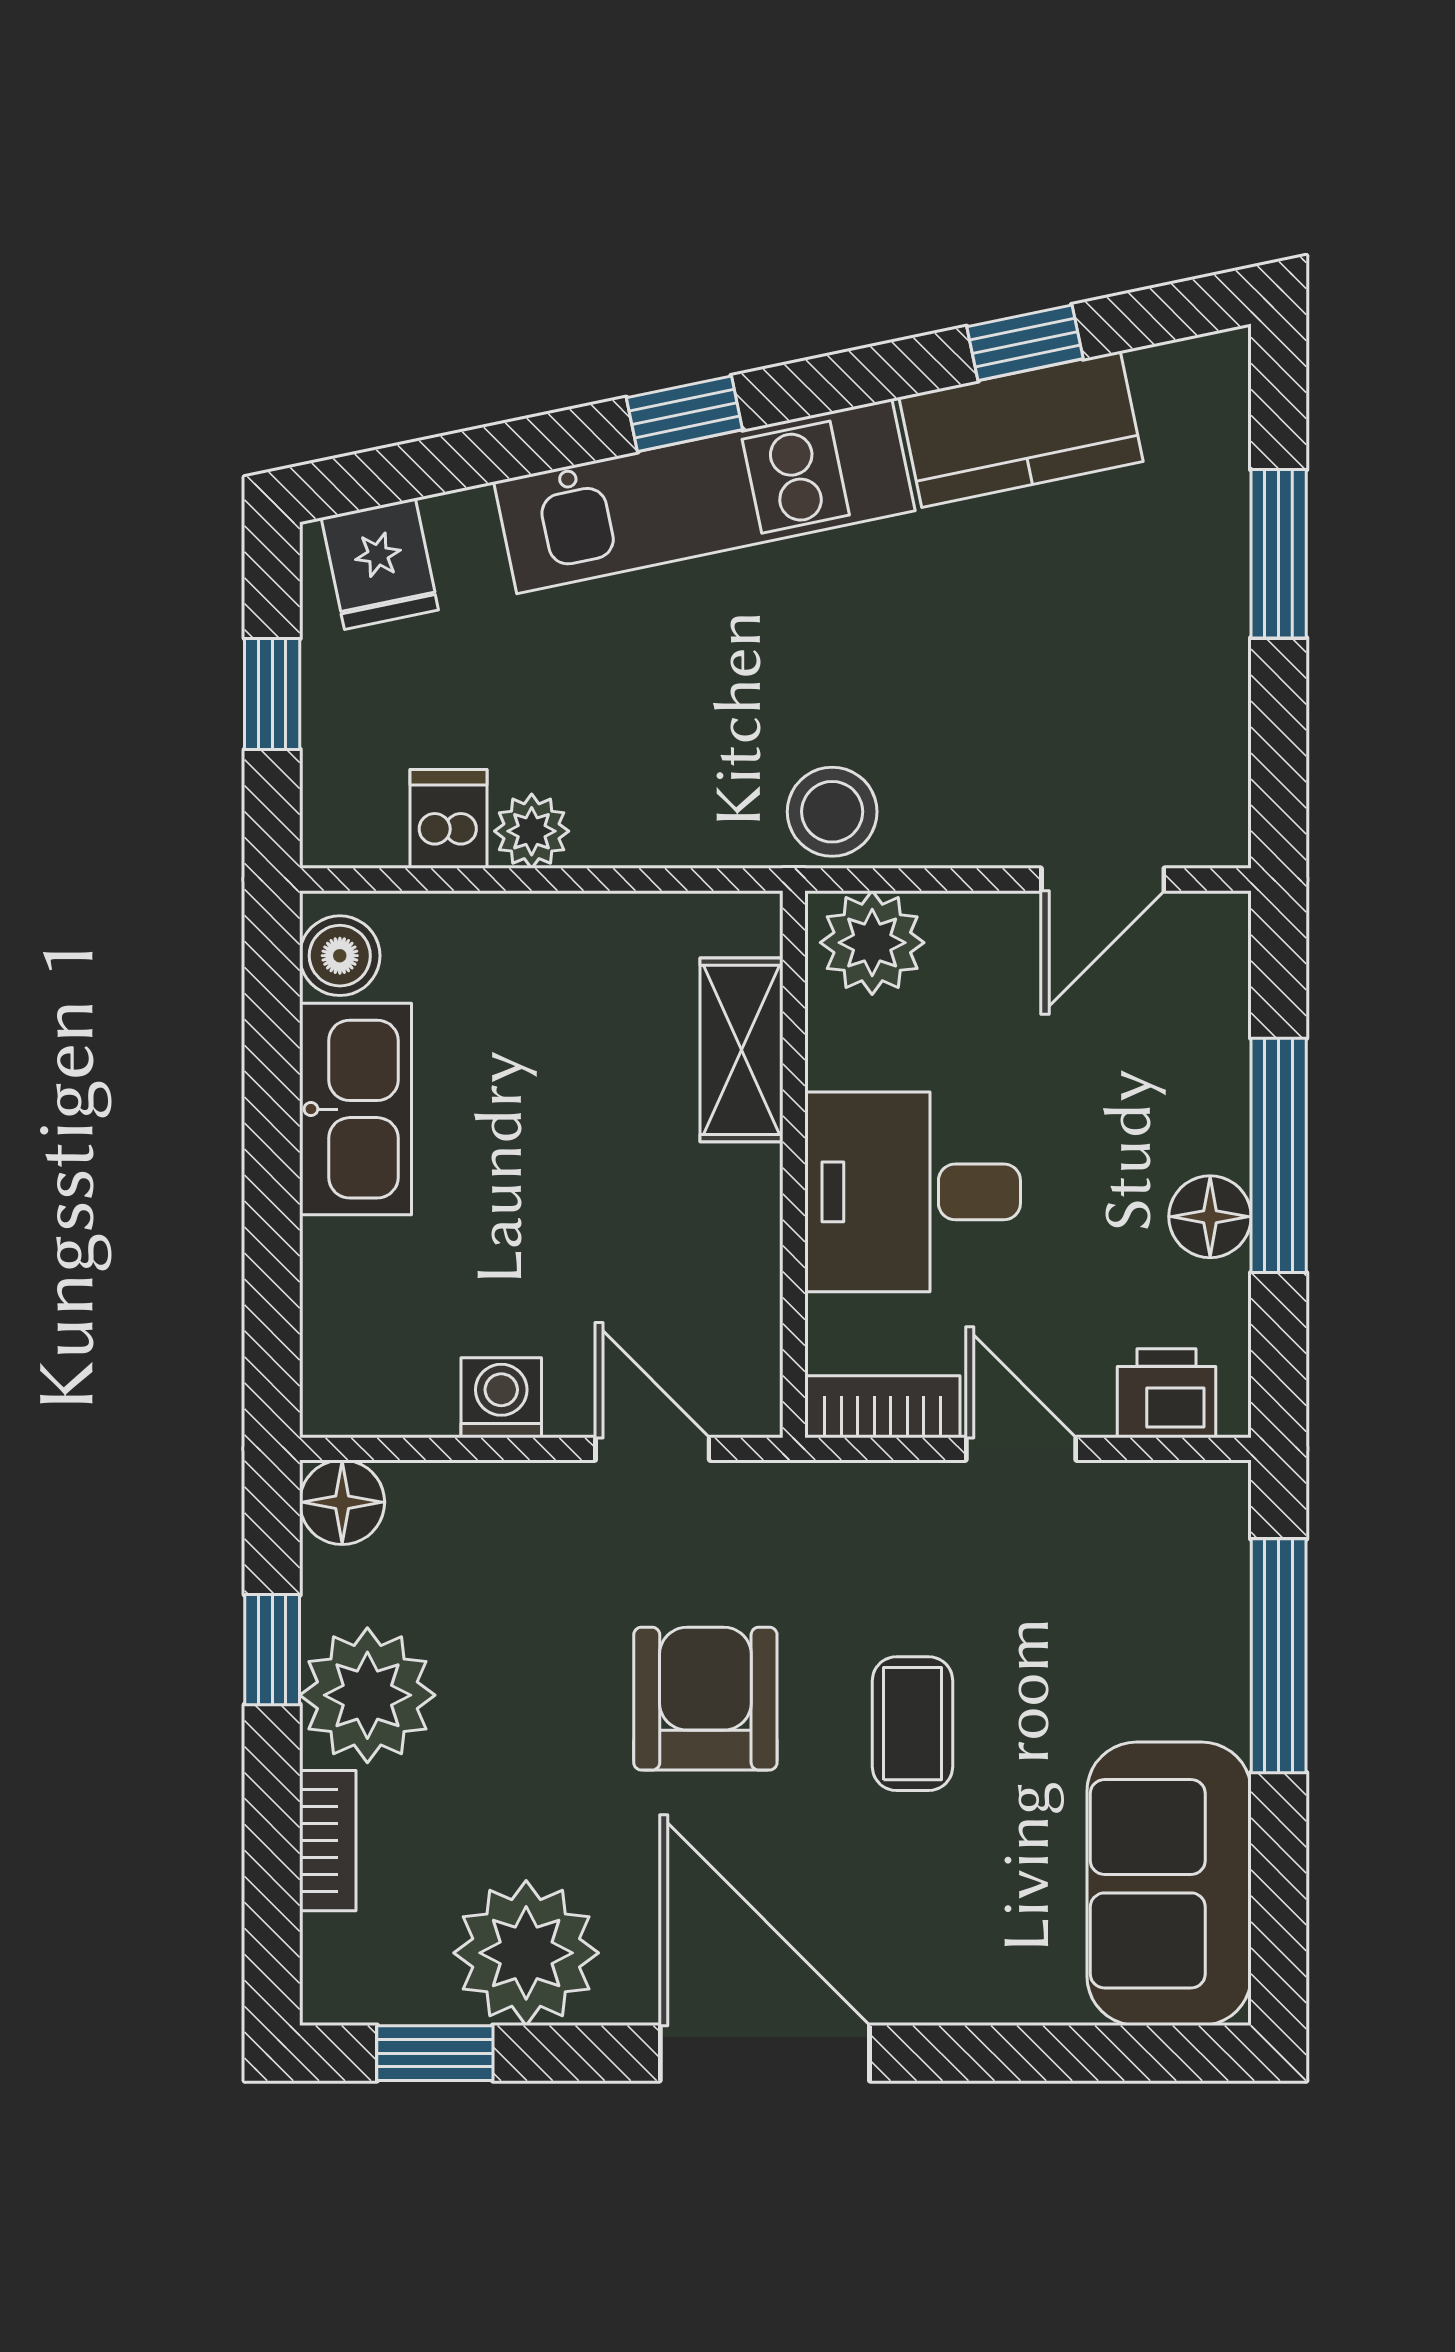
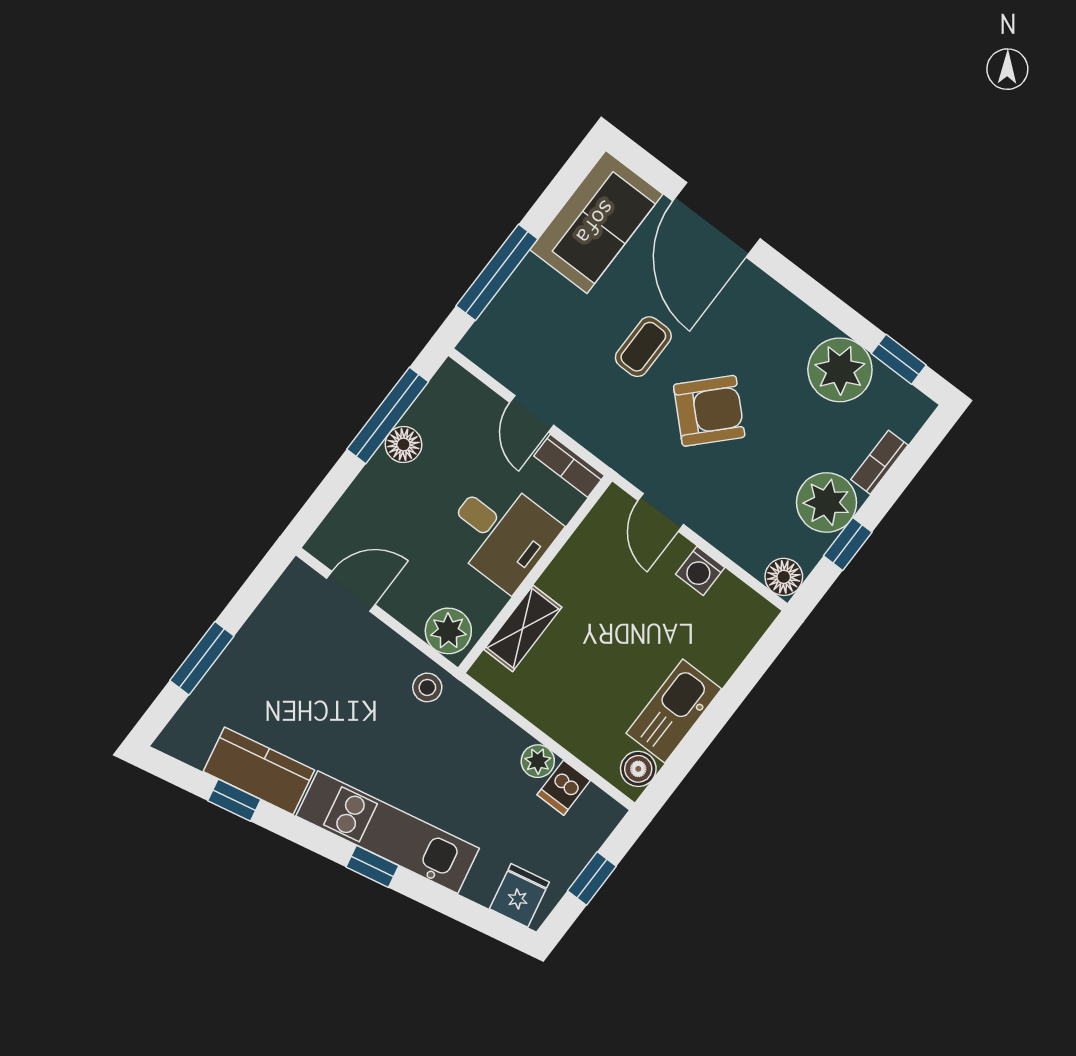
stool: (832, 812) -> (427, 687), width x0.73, depth x0.73
window: (1279, 1155) -> (388, 415), moved
printer: (1167, 1393) -> (466, 394), removed
armchair: (705, 1699) -> (709, 411), turned -136
door: (765, 2053) -> (717, 220), moved

